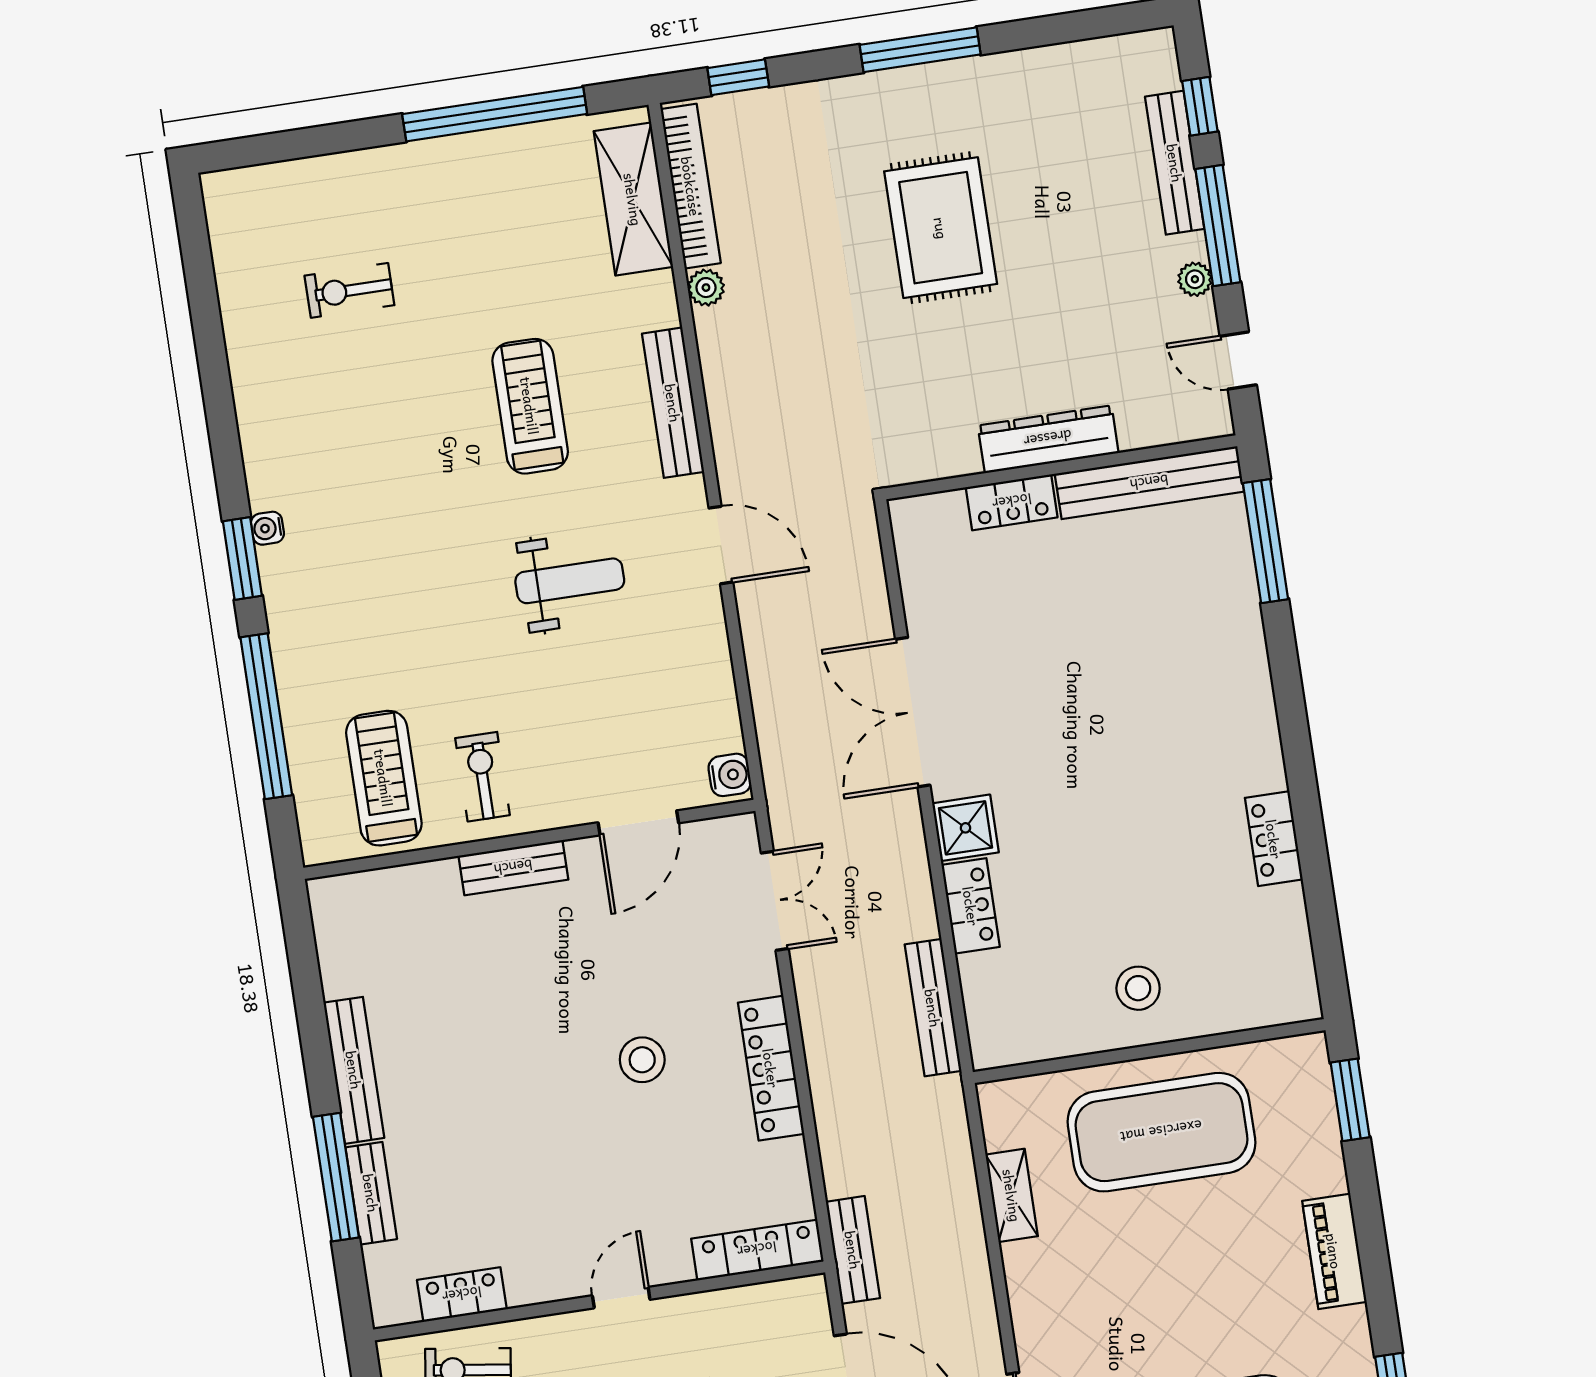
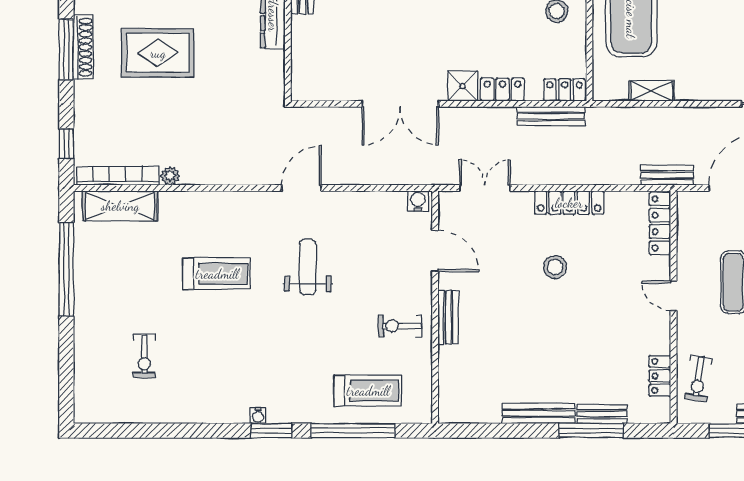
shoe rack: (930, 82) -> (83, 47), added
bench: (673, 403) -> (226, 201), removed
treadmill: (530, 406) -> (217, 274), turned 180
locker: (1012, 502) -> (565, 90), moved, turned -90
treadmill: (384, 778) -> (368, 391), moved, turned 180

